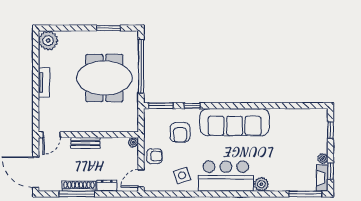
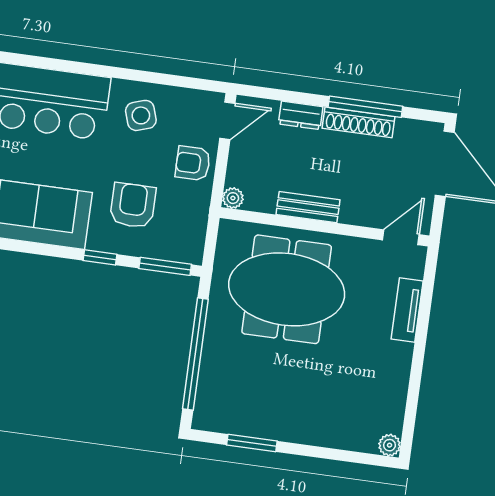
plant: (48, 41) -> (390, 445), width x0.53, depth x0.53
meeting table: (104, 78) -> (287, 289), moved
tv unit: (44, 82) -> (407, 310), moved
bench: (85, 143) -> (308, 207), moved

